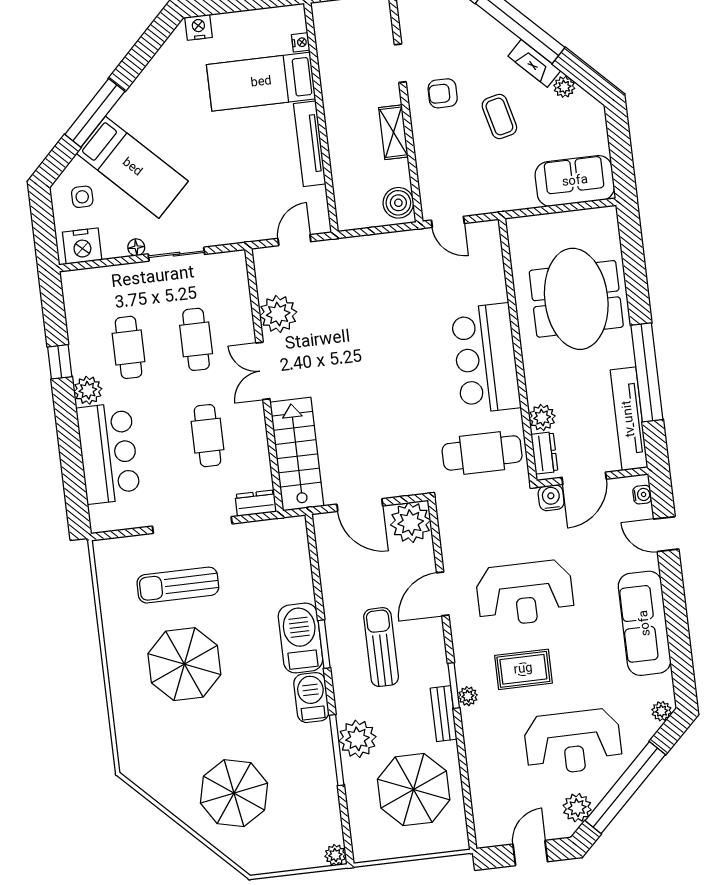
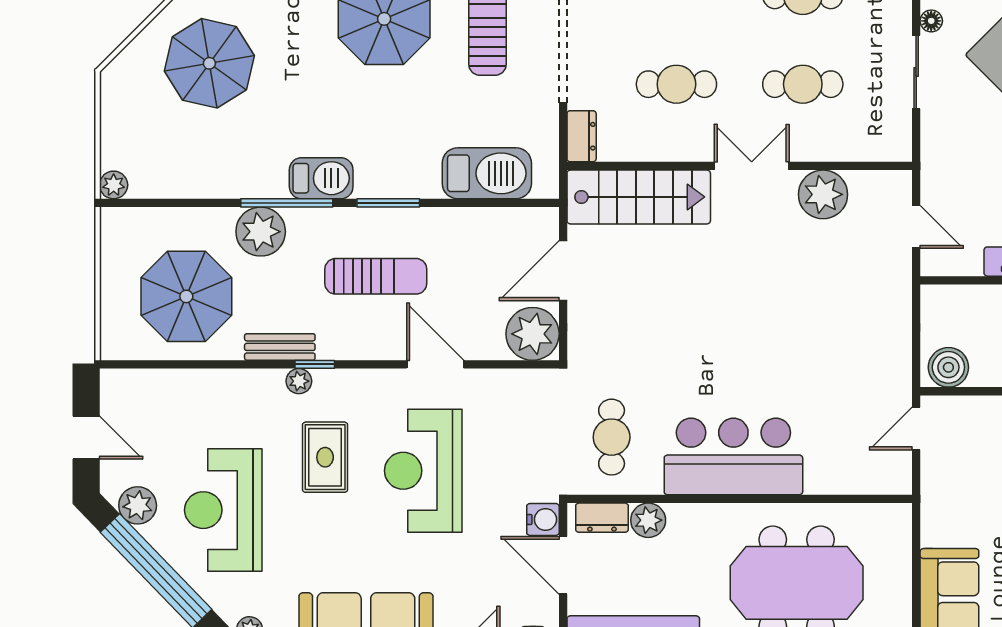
cafe table: (482, 453) -> (612, 437), width x0.73, depth x0.74
barbecue: (300, 638) -> (487, 173), moved
window: (454, 686) -> (315, 364), width x0.67
window: (337, 750) -> (287, 203), moved

